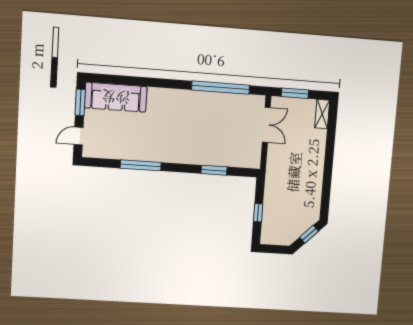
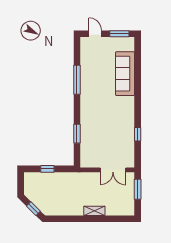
window: (221, 88) -> (138, 134), width x0.32
sofa: (116, 97) -> (125, 74), moved
shelving: (322, 114) -> (94, 211), moved

